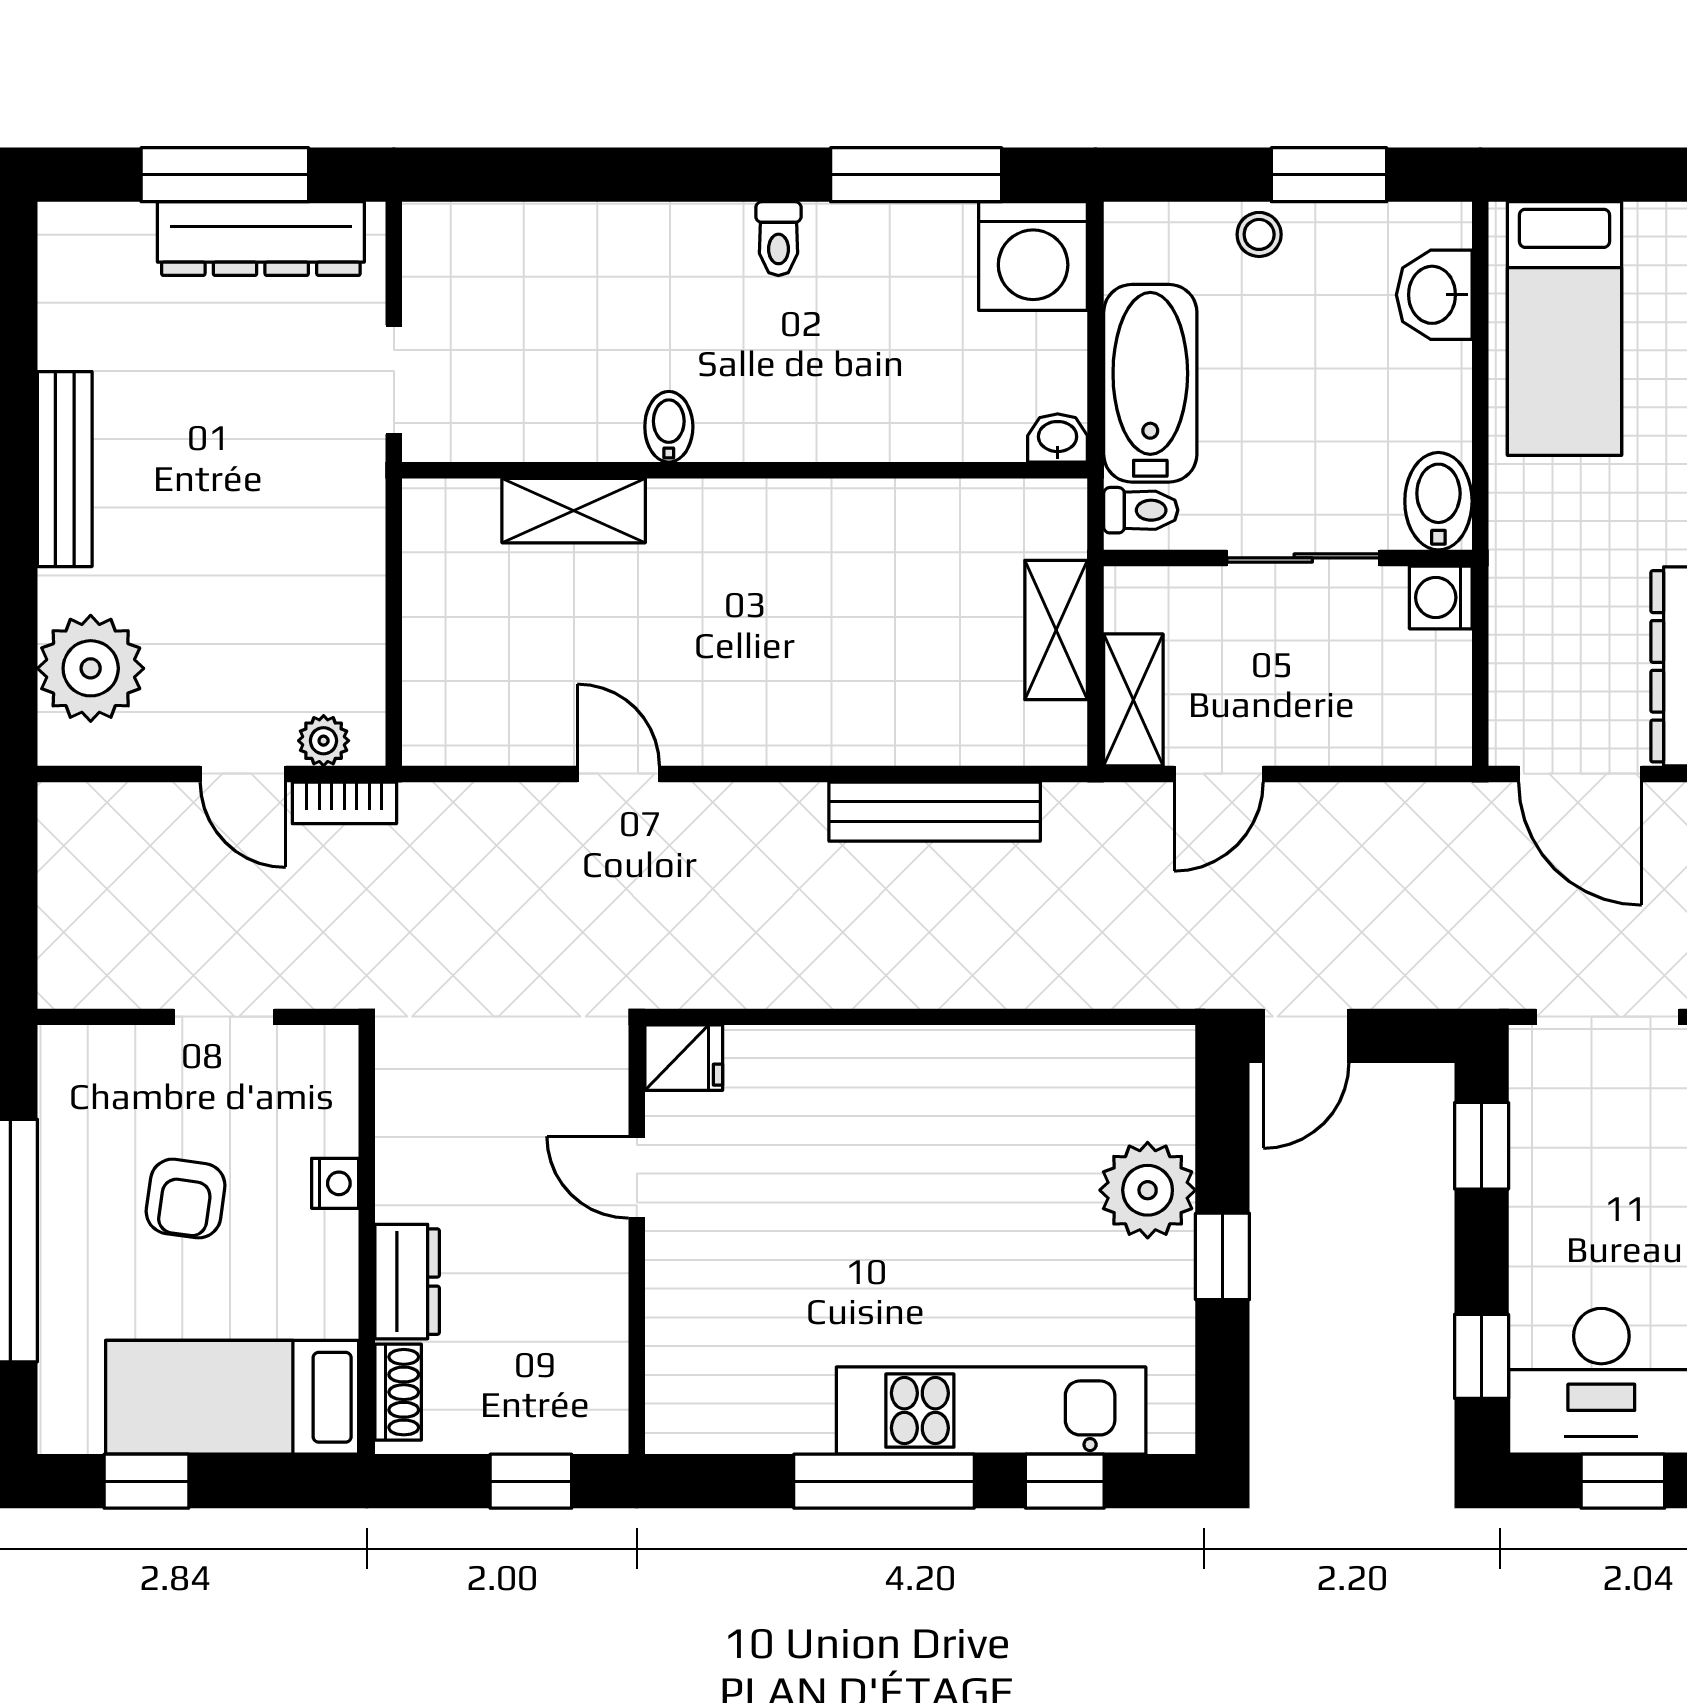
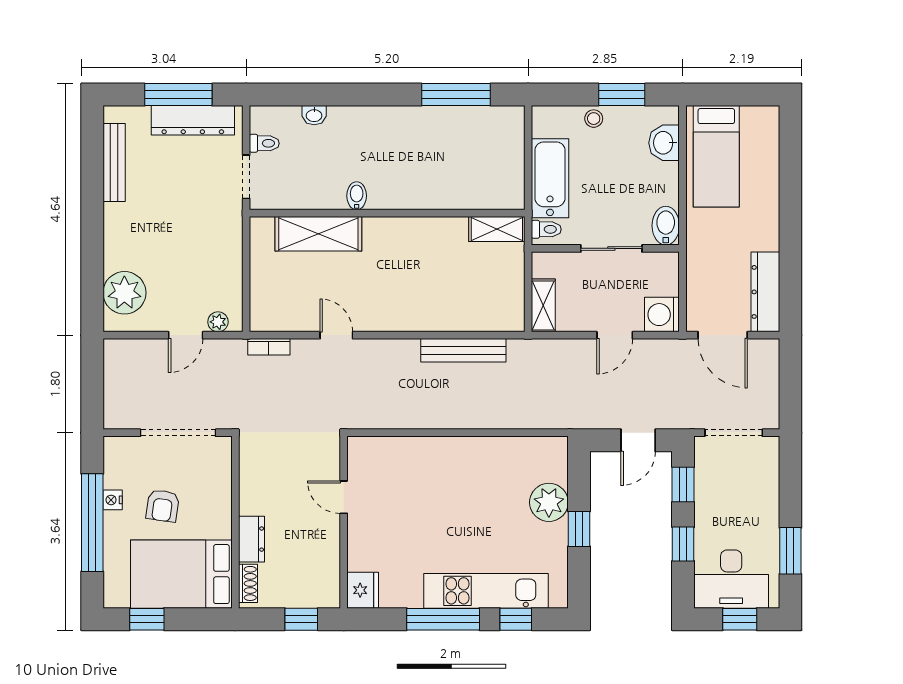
toilet: (778, 239) -> (264, 143), moved, turned -90
washing machine: (1033, 256) -> (503, 127), removed
washbasin: (1058, 438) -> (314, 115), moved, turned 180
bench: (65, 469) -> (114, 163), moved
shelving: (574, 511) -> (318, 234), width x1.50, depth x1.33
washing machine: (1441, 597) -> (662, 315), moved, width x1.38, depth x1.38
shelving: (1056, 630) -> (497, 229), moved, turned 90
door: (243, 774) -> (186, 335), hinge flipped
door: (1219, 774) -> (615, 335), moved
bookcase: (344, 803) -> (269, 347), moved
doorway: (224, 1017) -> (178, 433), width x1.88
door: (1306, 1036) -> (638, 440), moved
fridge: (684, 1058) -> (363, 590), moved, width x1.38
nightstand: (335, 1183) -> (113, 500), moved, turned 180
window: (1482, 1356) -> (683, 544), moved
bed: (232, 1397) -> (181, 574), width x1.50

